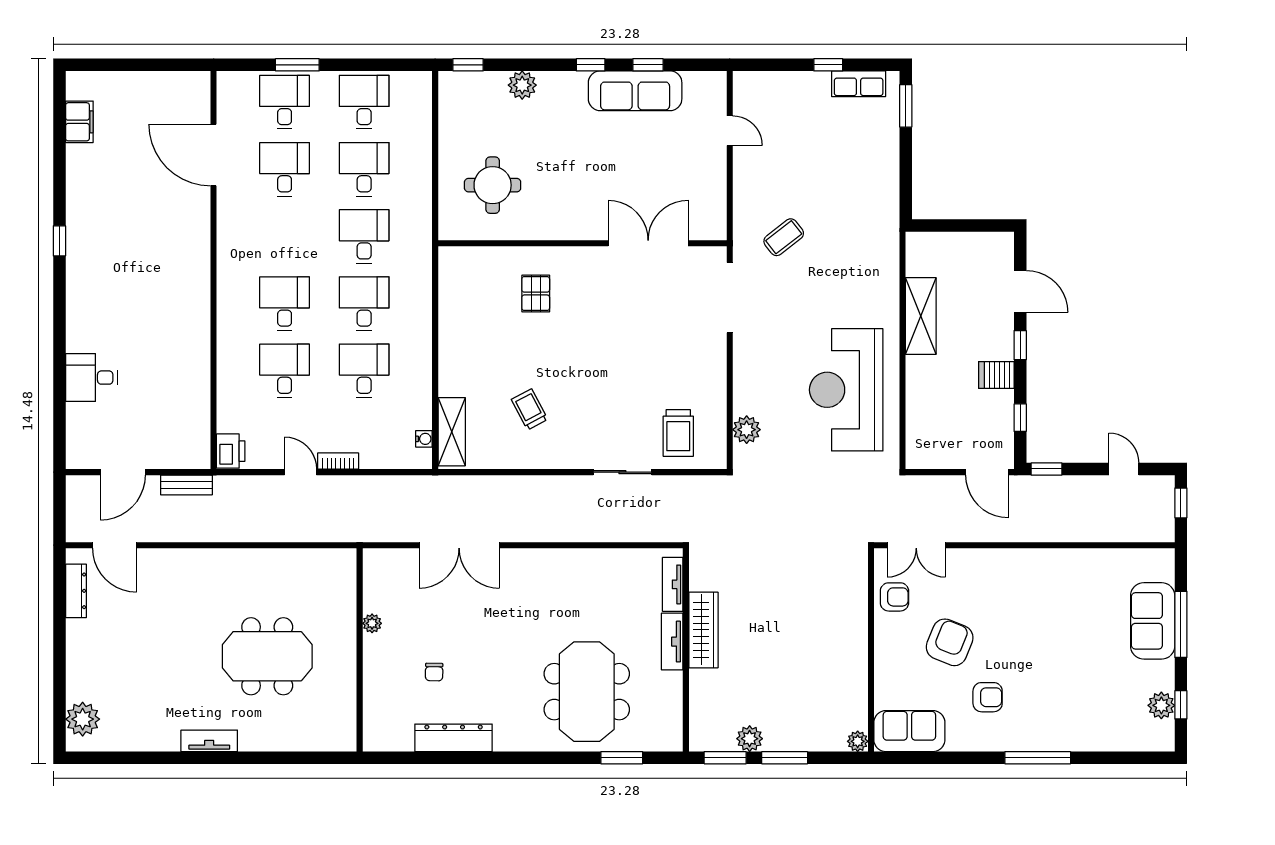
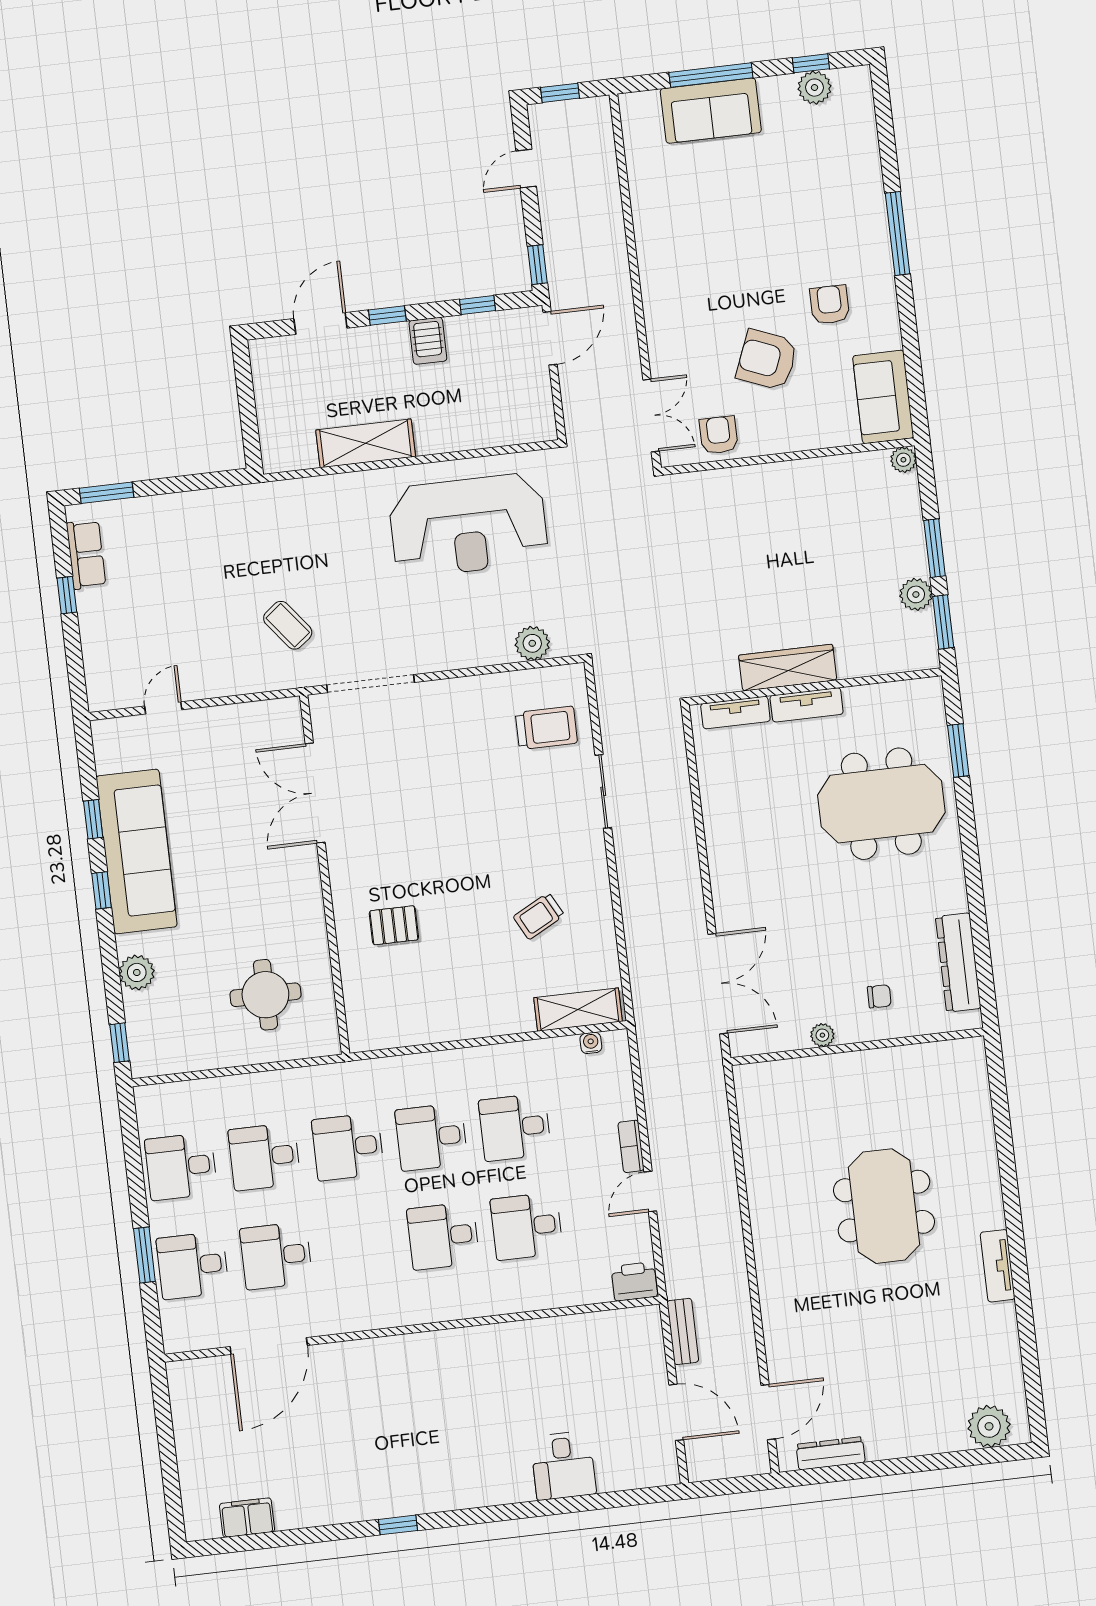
sofa: (635, 91) -> (137, 851), width x1.36, depth x1.27
plant: (372, 623) -> (822, 1035), moved
wall: (360, 650) -> (857, 1047), moved

